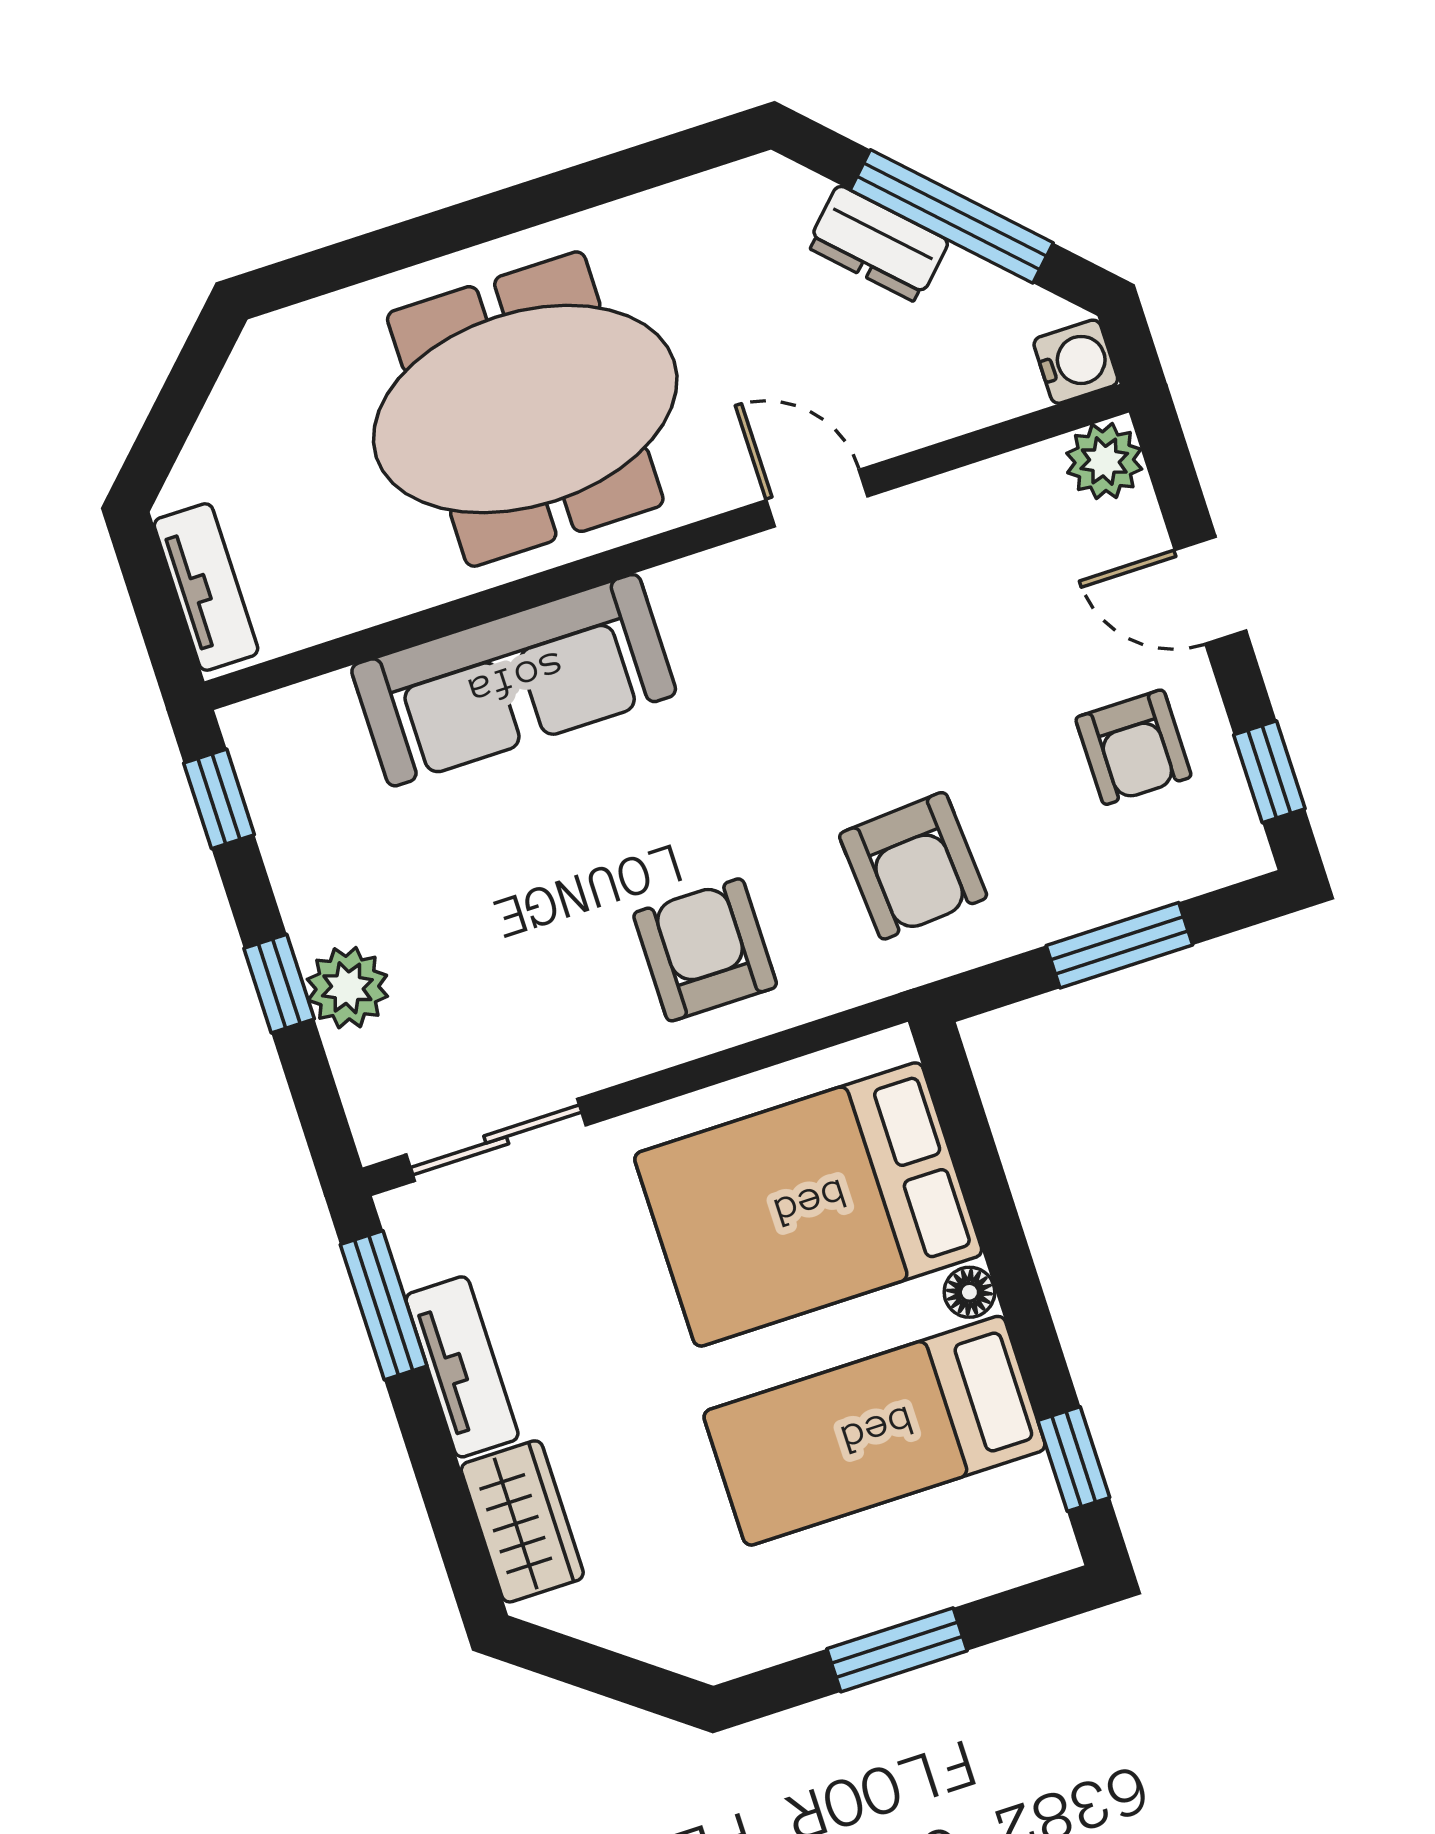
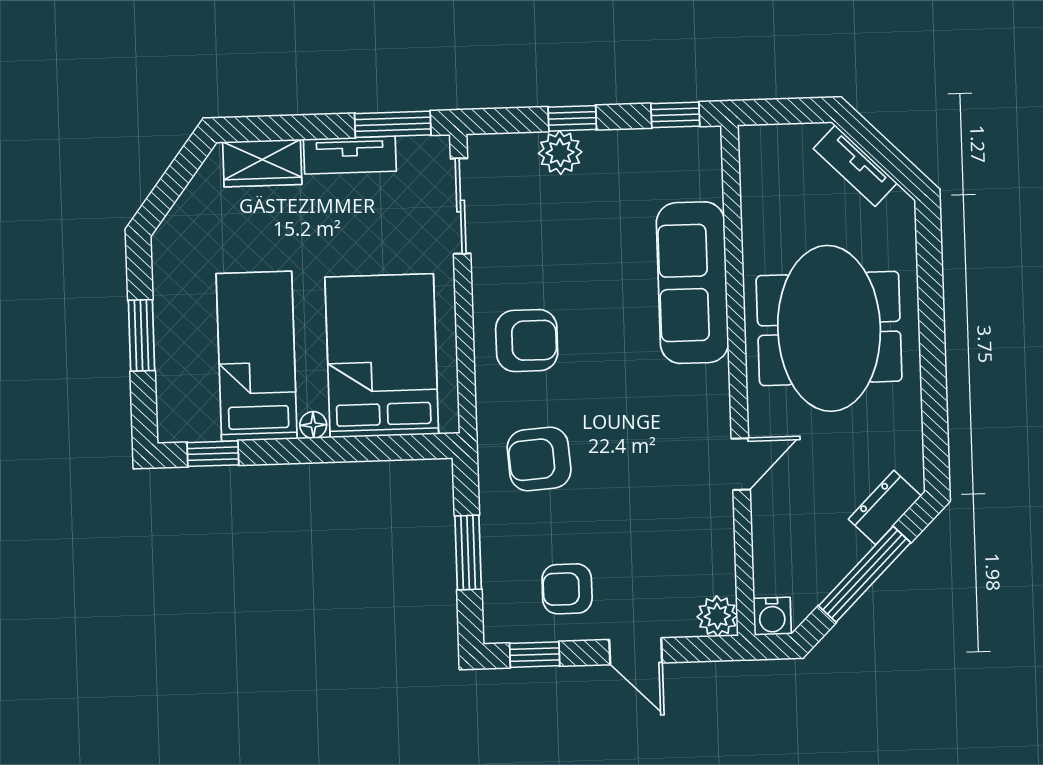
dresser: (878, 244) -> (885, 508), moved
tv unit: (206, 587) -> (855, 166), moved, turned 45
door: (1210, 590) -> (636, 651), swing flipped

